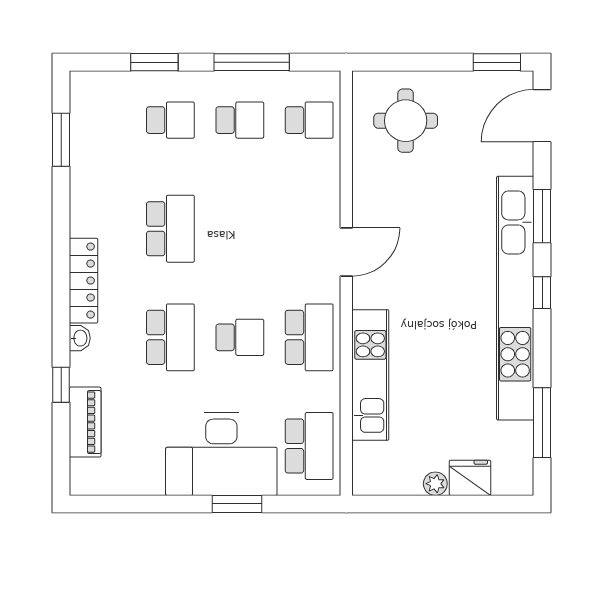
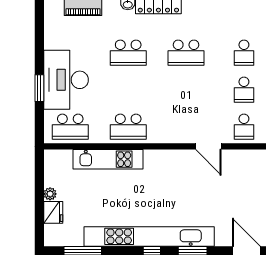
round table: (406, 121) -> (244, 178), removed
door: (346, 252) -> (208, 146), moved
school desk: (240, 337) -> (128, 90), removed

